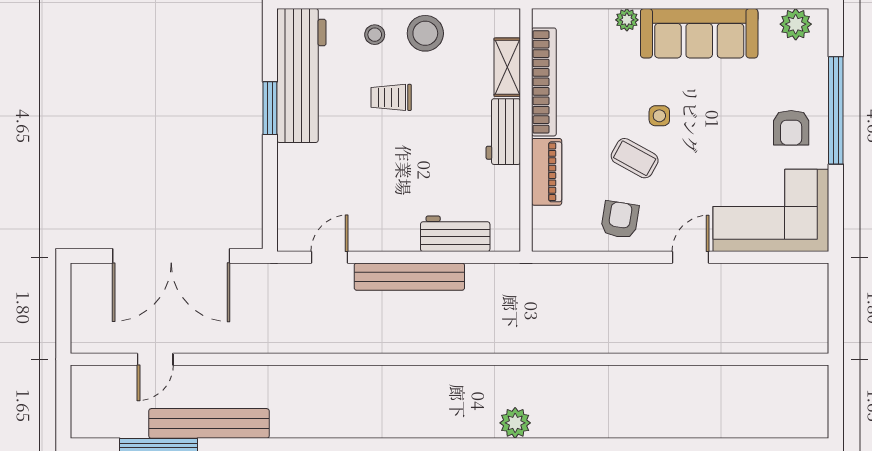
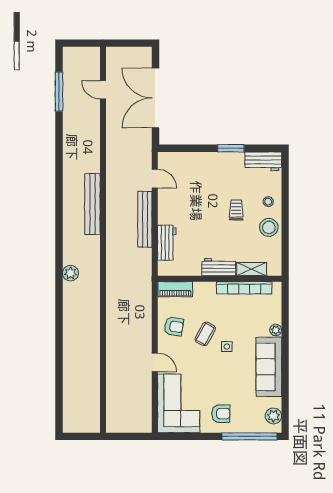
workbench: (301, 75) -> (263, 161), width x0.53, depth x0.76
window: (836, 110) -> (250, 436), moved
armchair: (791, 128) -> (221, 414), turned 180
piano: (547, 172) -> (175, 289), moved
bench: (209, 423) -> (92, 204), moved

